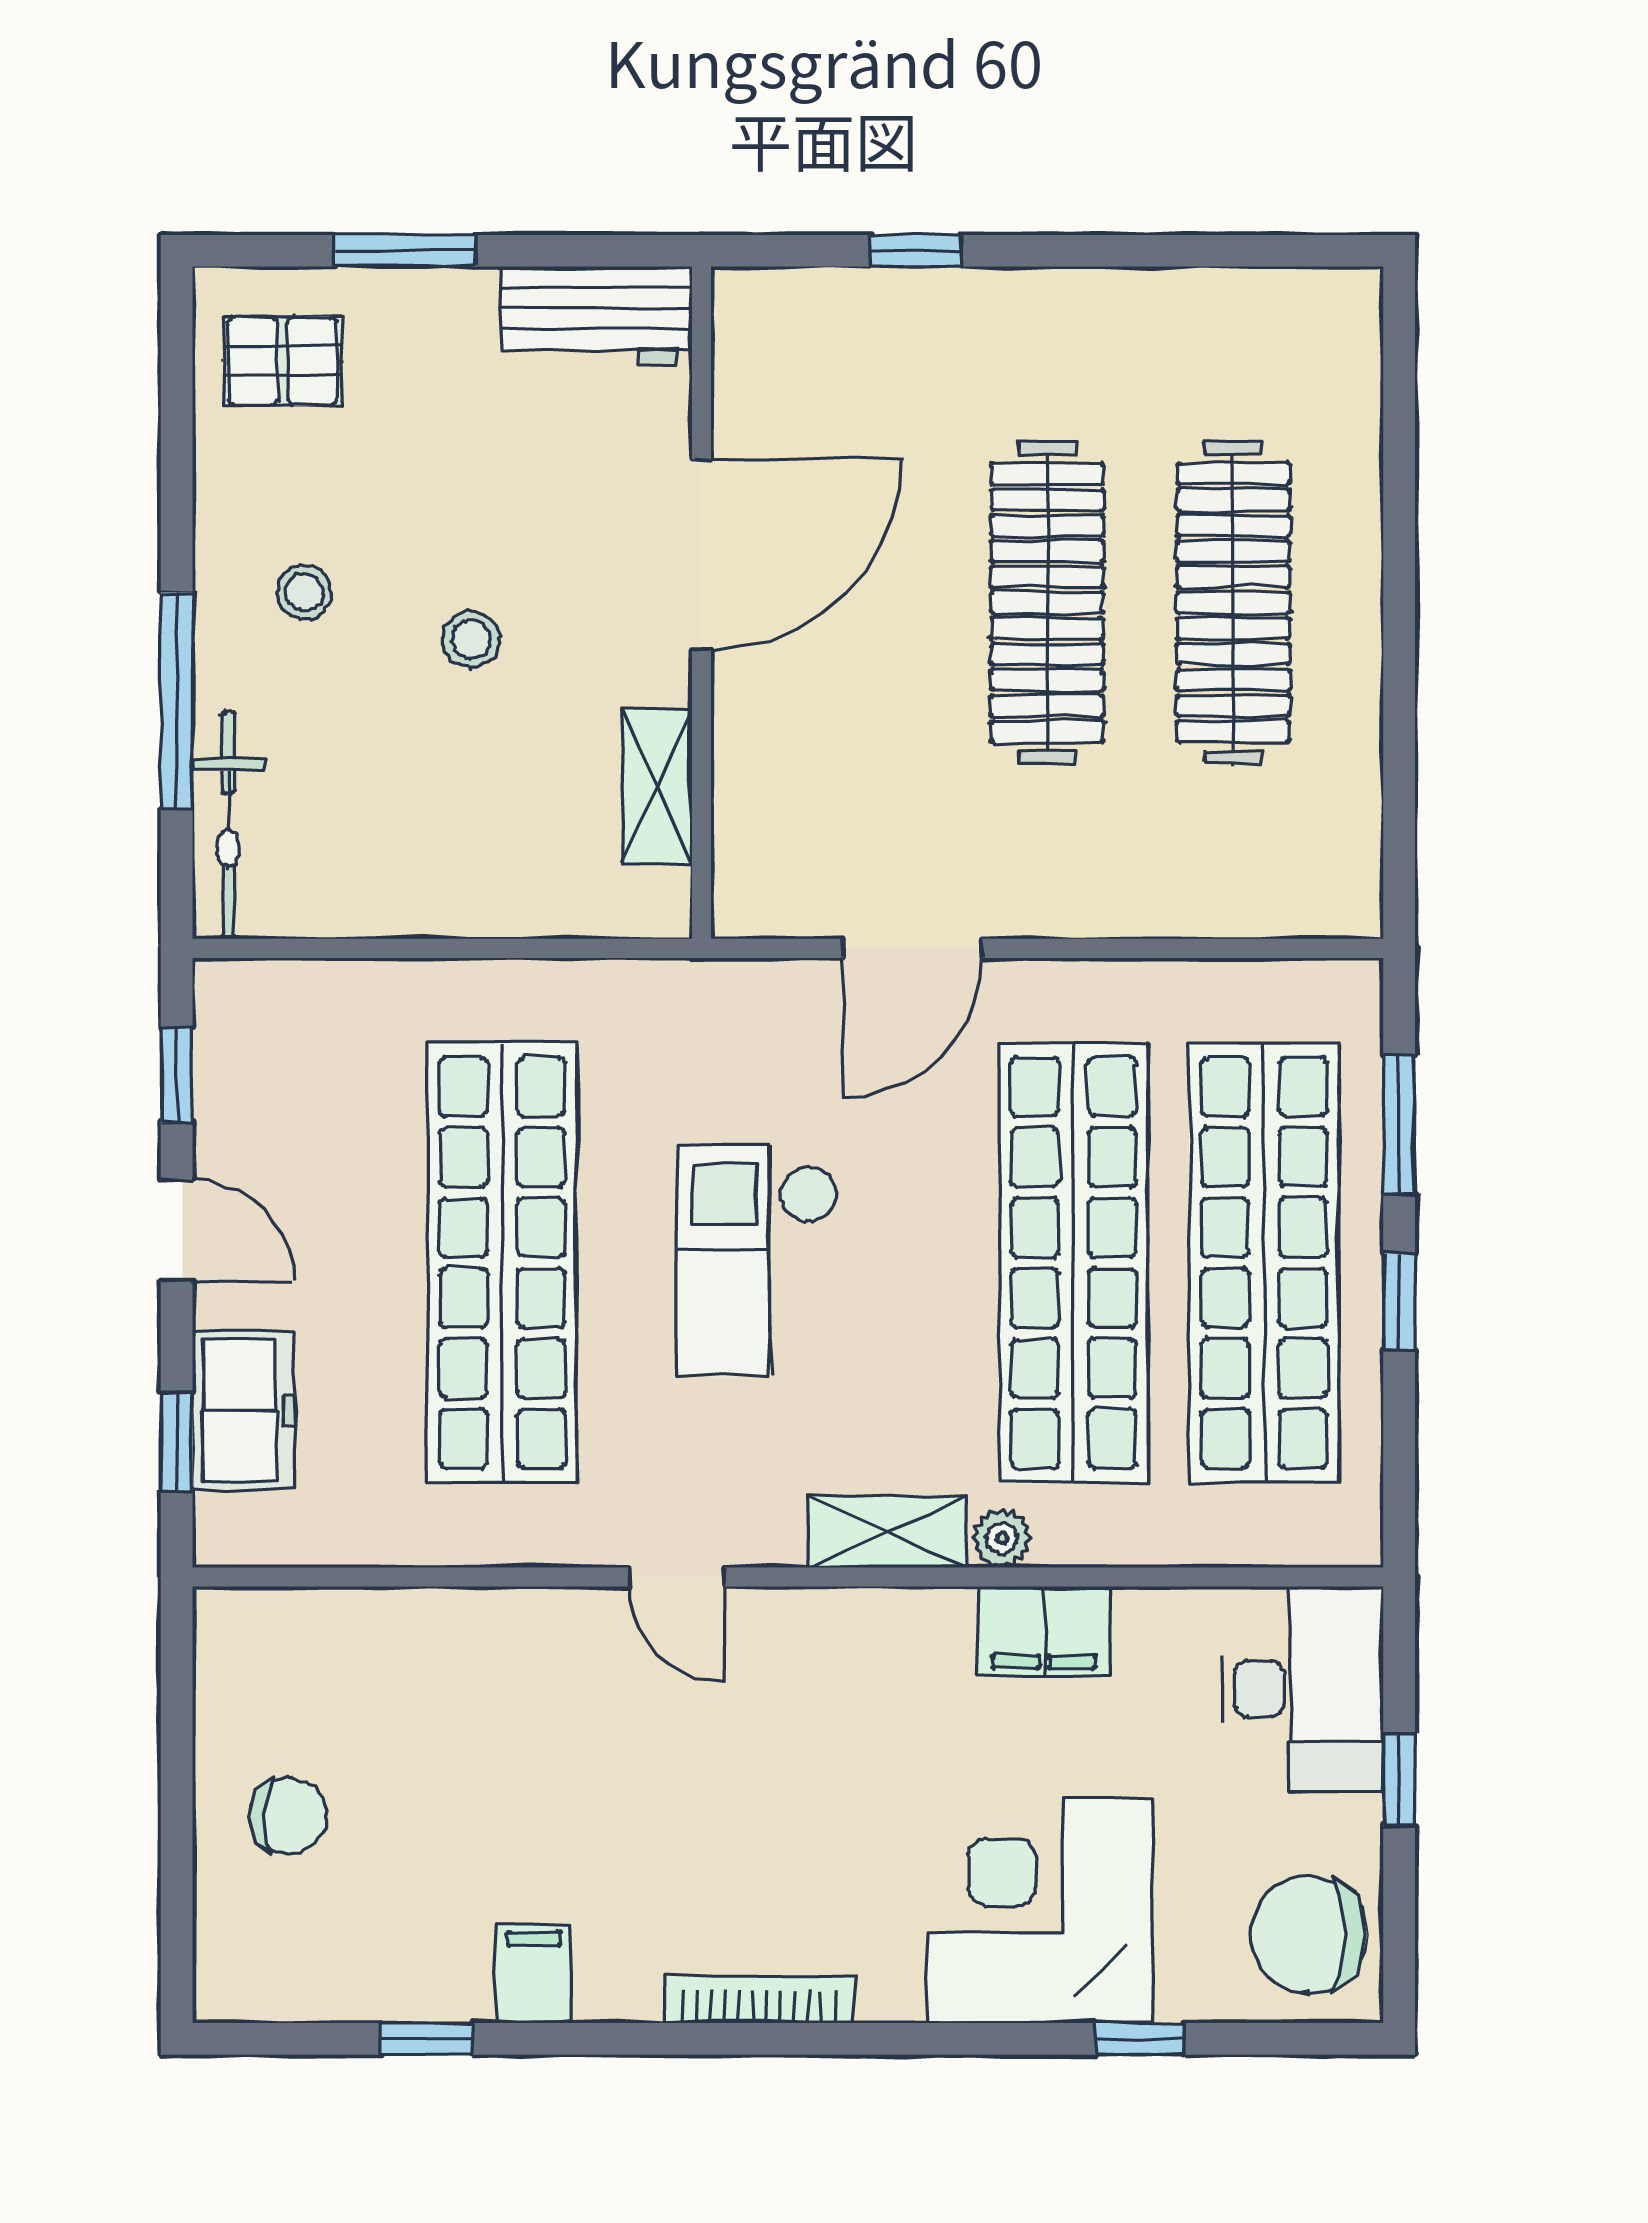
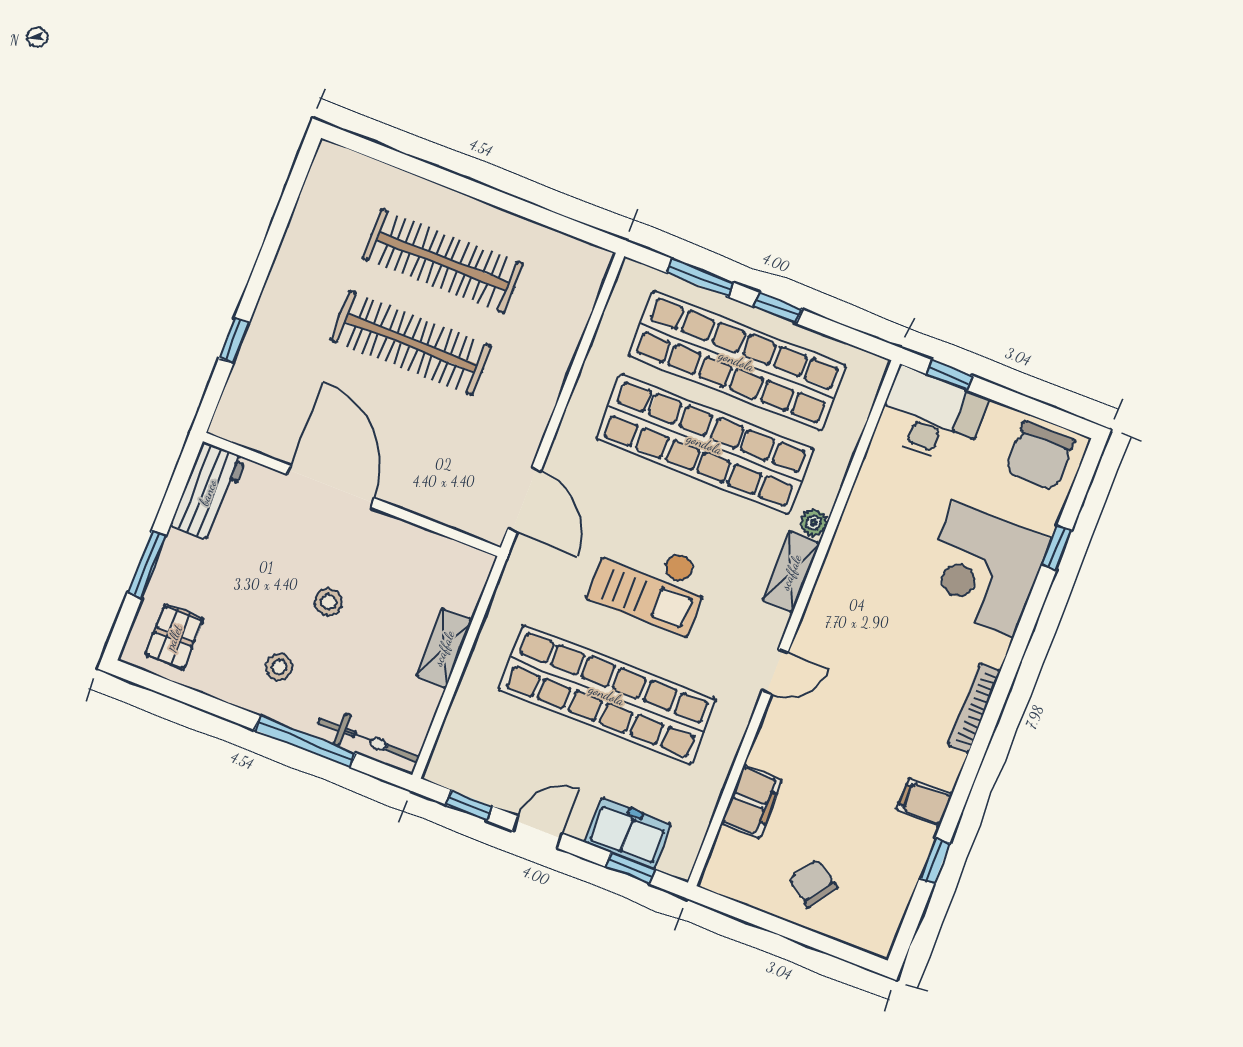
shelving: (657, 787) -> (444, 648), moved, turned 90
door: (913, 948) -> (524, 500), moved
filing cabinet: (1044, 1631) -> (752, 801), moved
window: (1399, 1780) -> (949, 375), moved
chair: (288, 1816) -> (813, 883), turned -56

